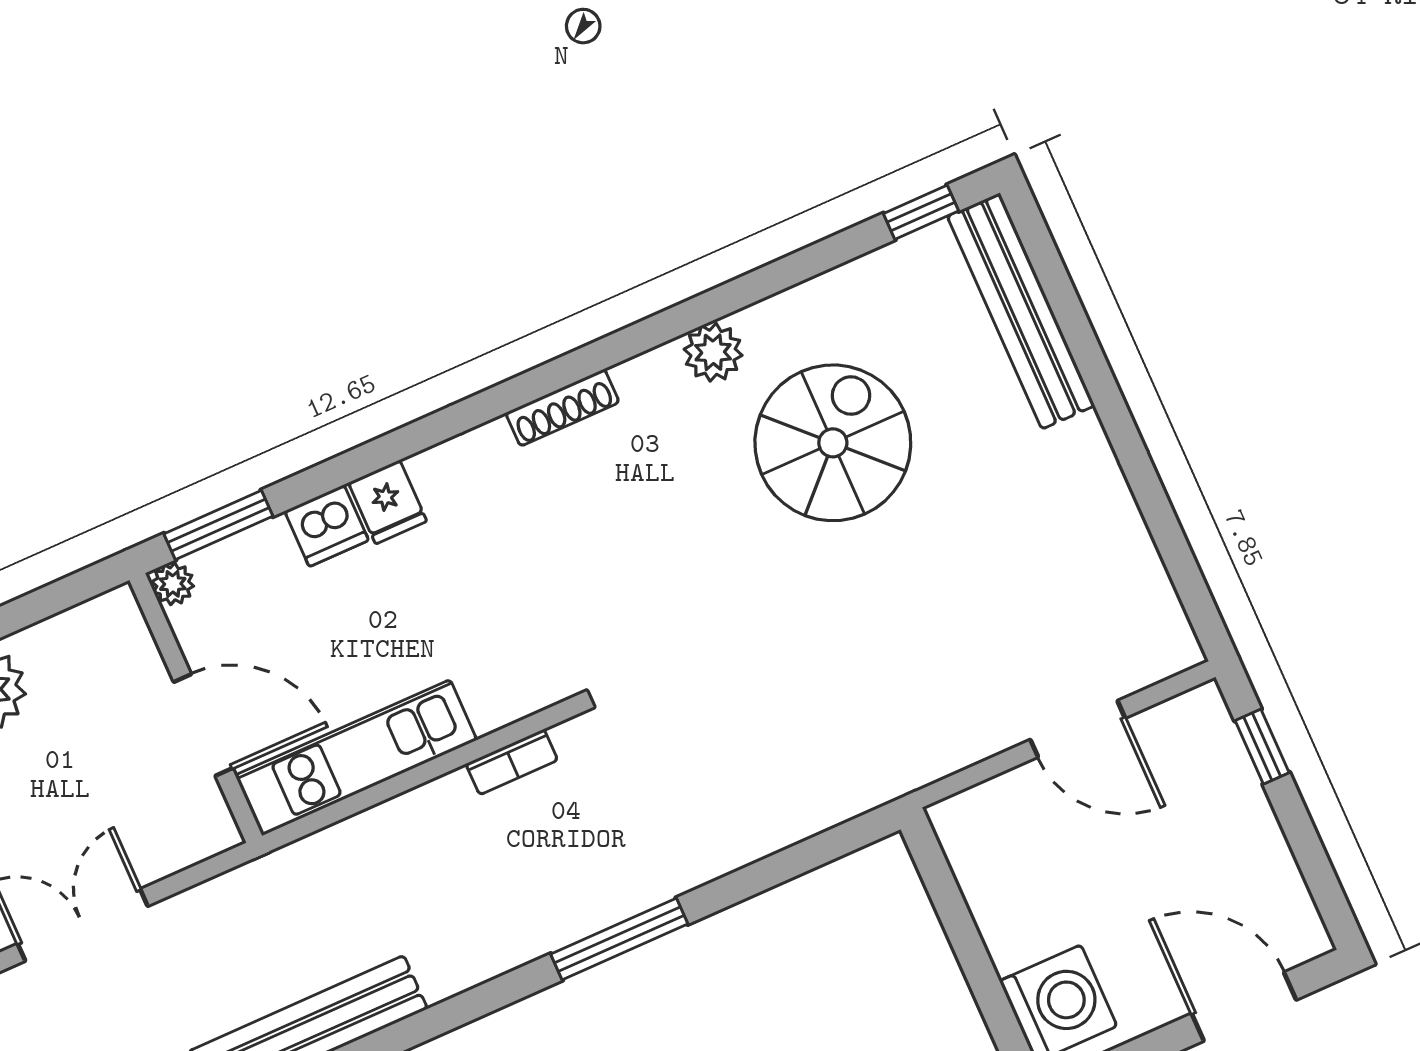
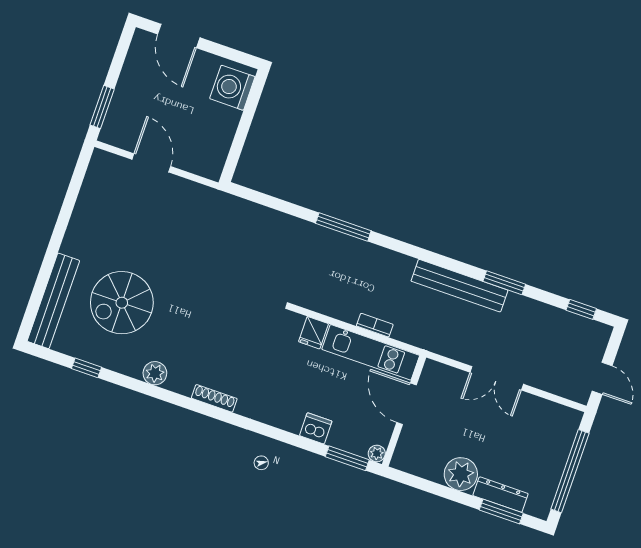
window: (921, 212) -> (86, 368), moved
spiral stairs: (833, 443) -> (122, 303), moved
fridge: (388, 502) -> (313, 333), moved, turned 180
window: (1262, 747) -> (102, 107), width x1.50
bookcase: (512, 762) -> (375, 325), moved

